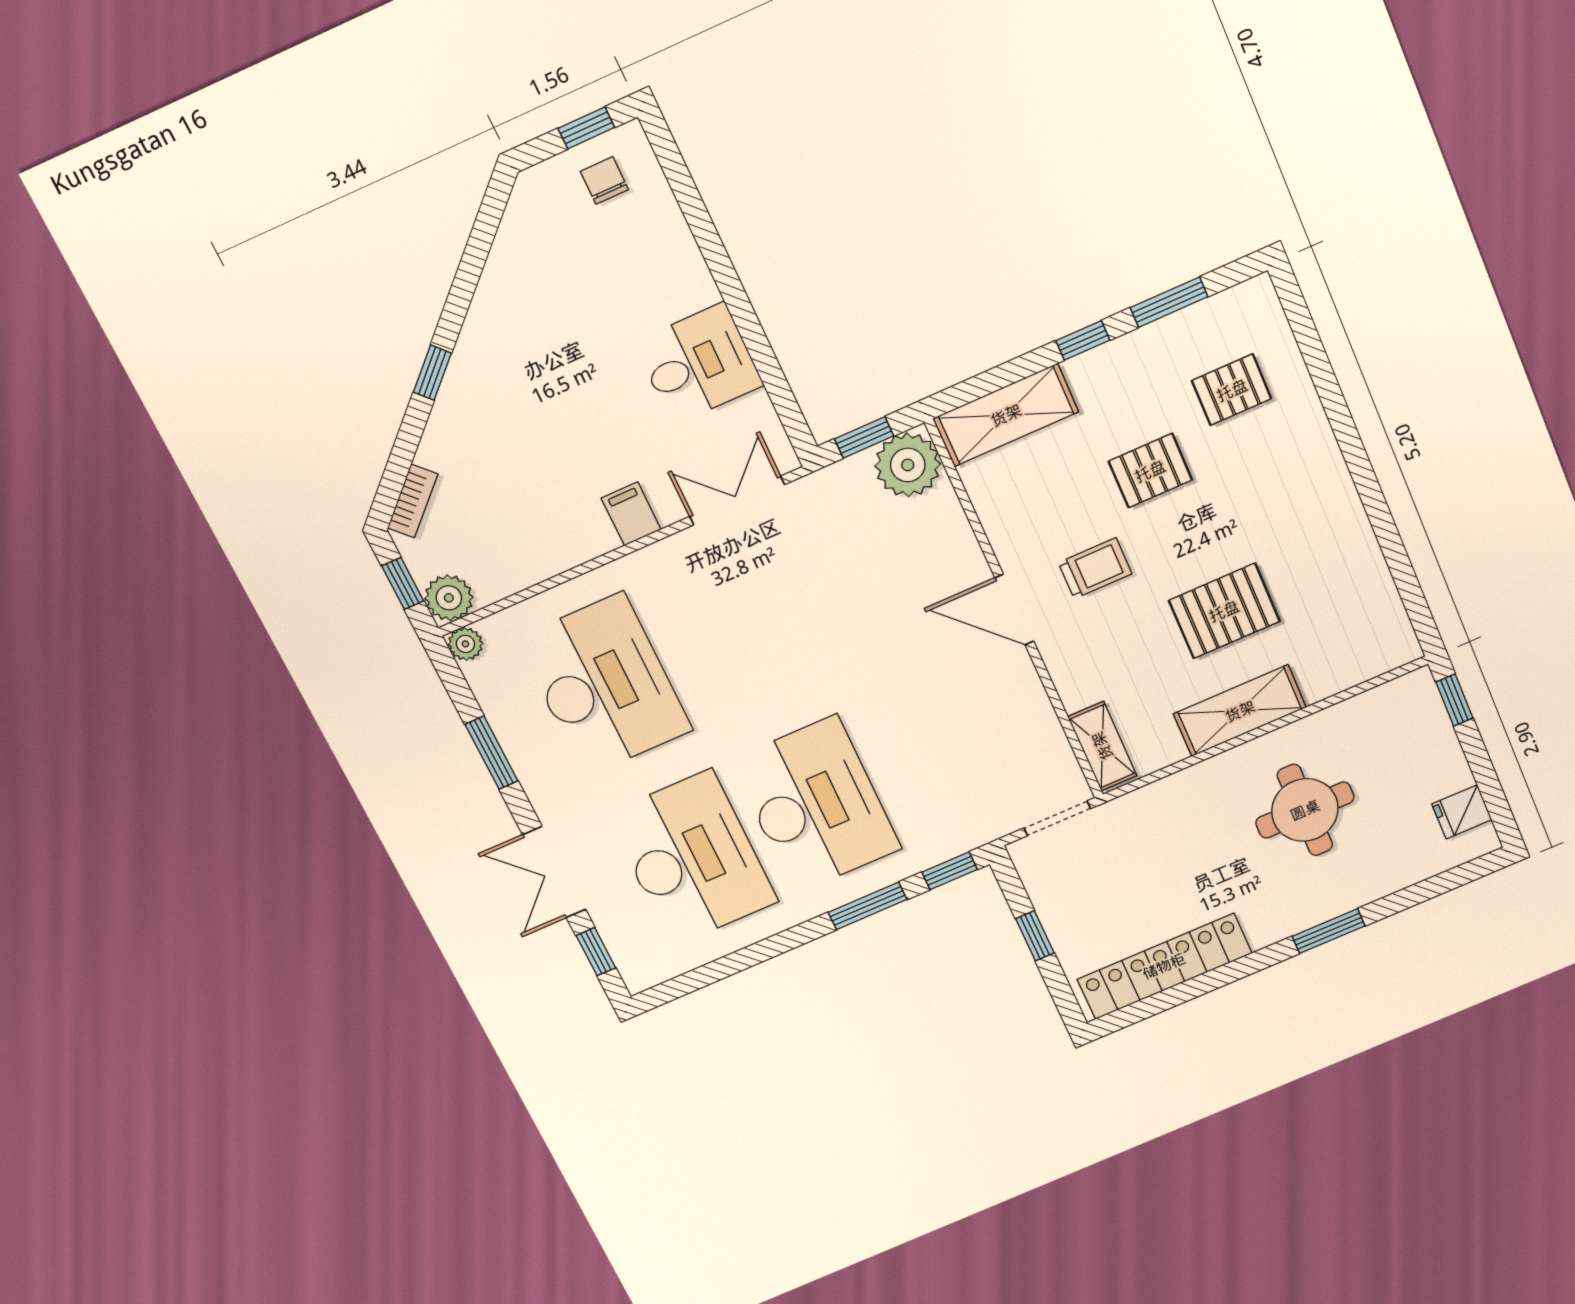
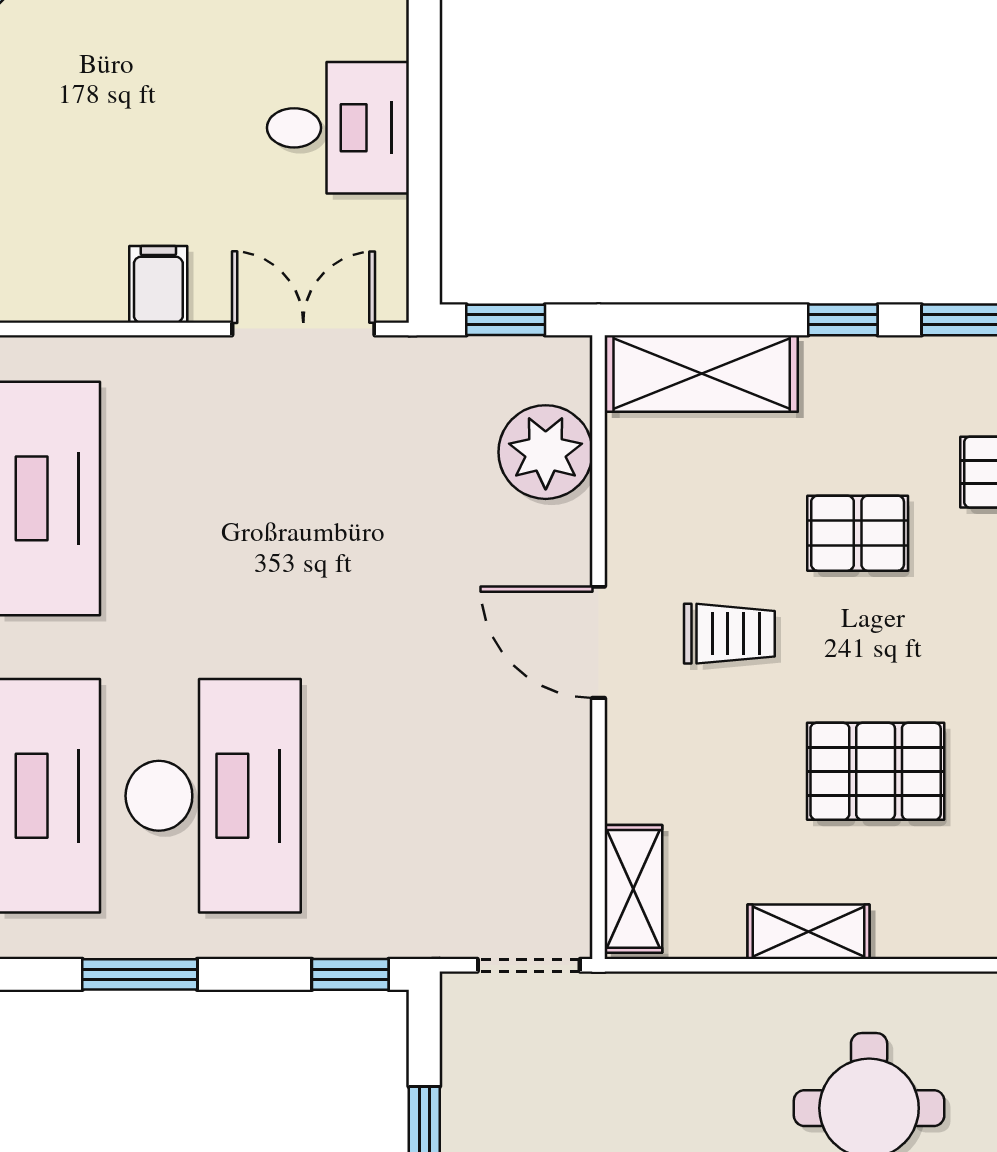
plant: (908, 465) -> (546, 452), moved
shelving: (1240, 711) -> (808, 932), width x0.67, depth x0.75
window: (868, 906) -> (140, 974), moved

